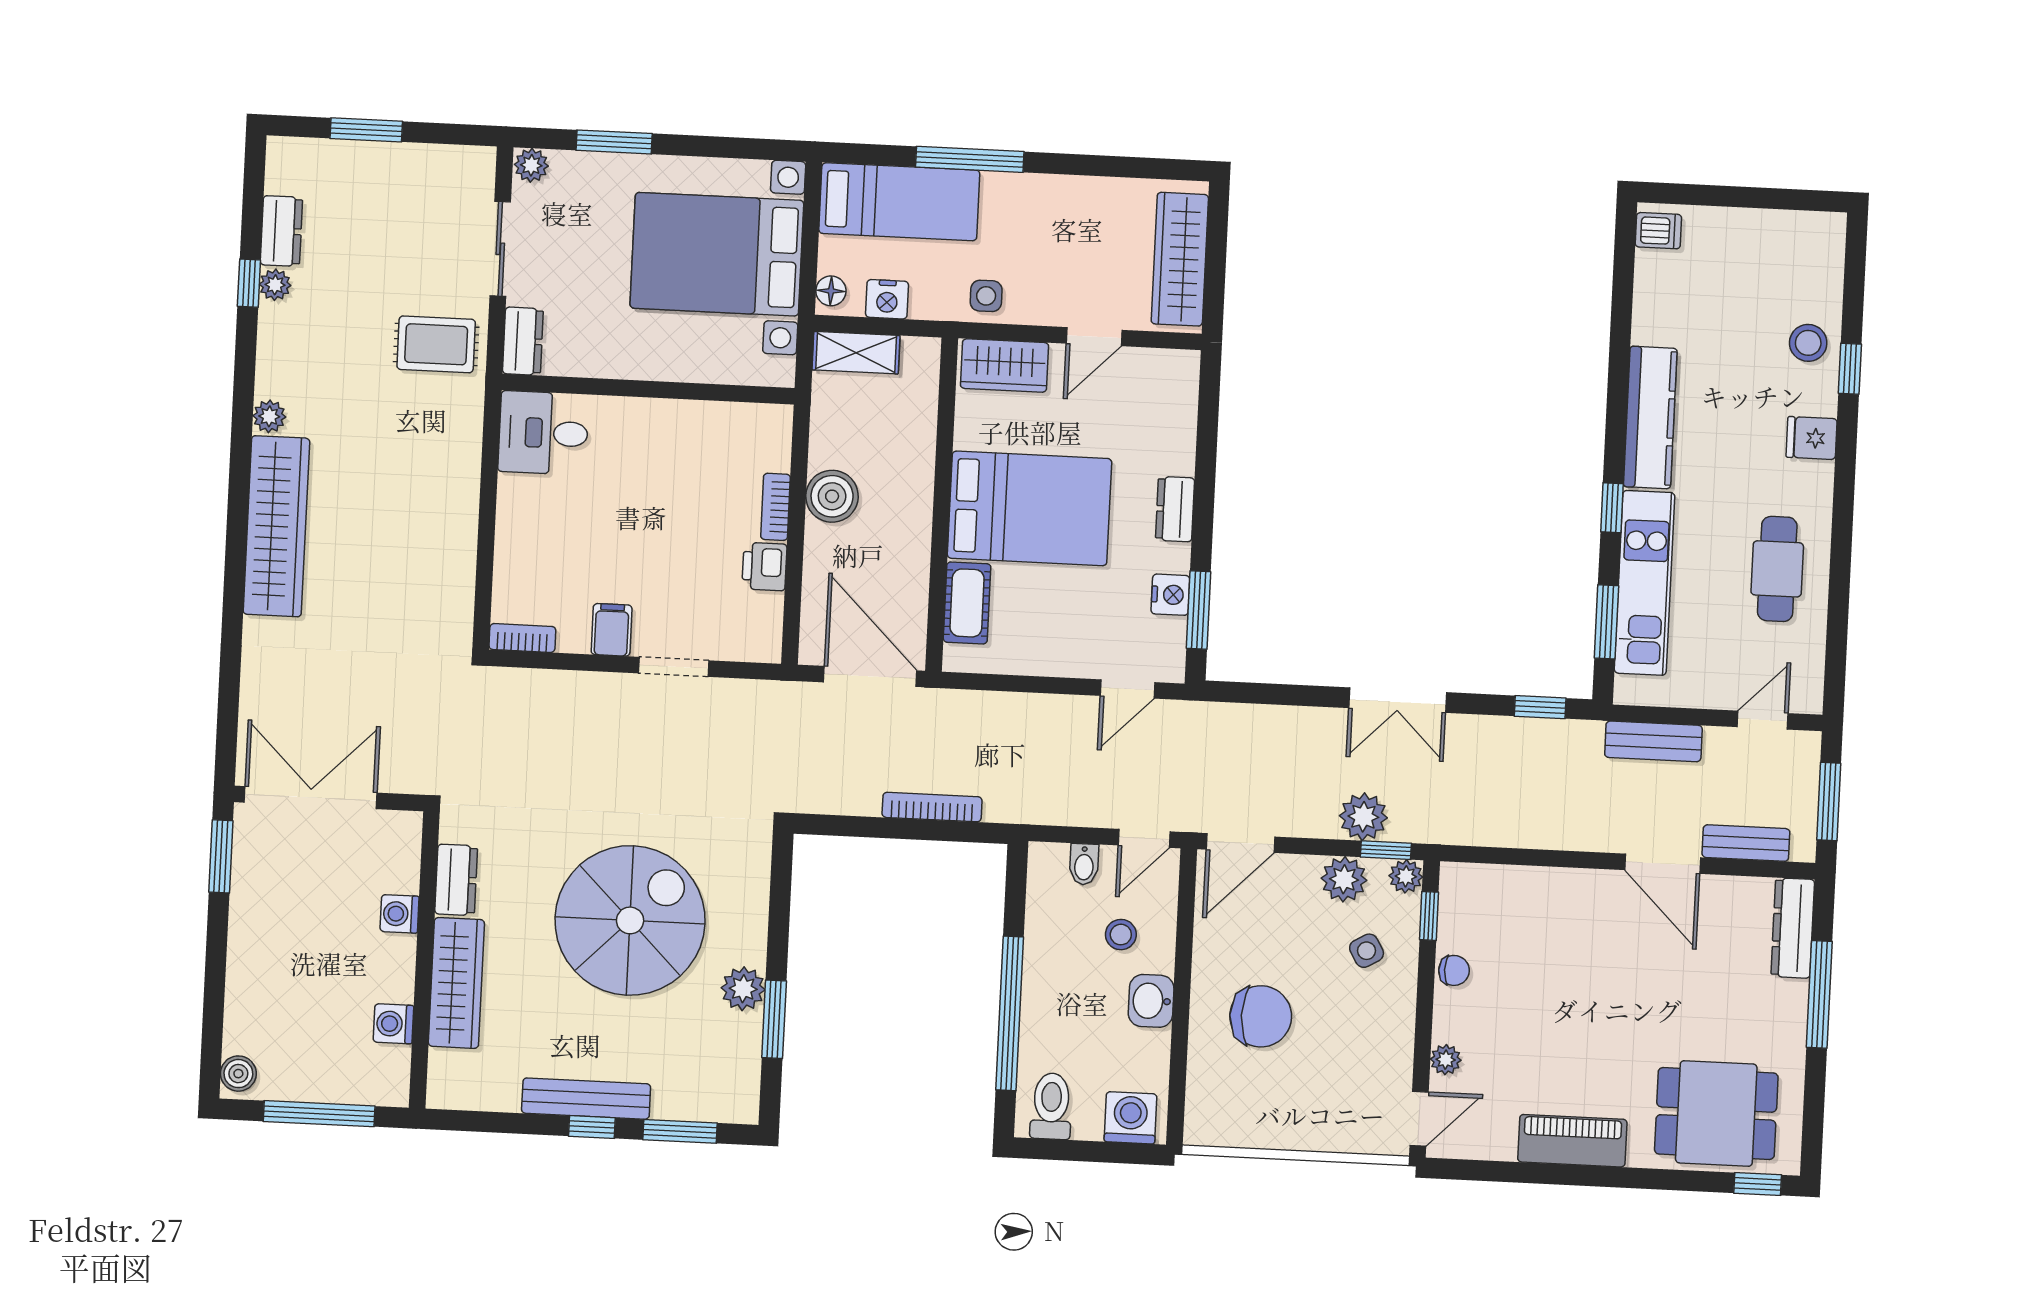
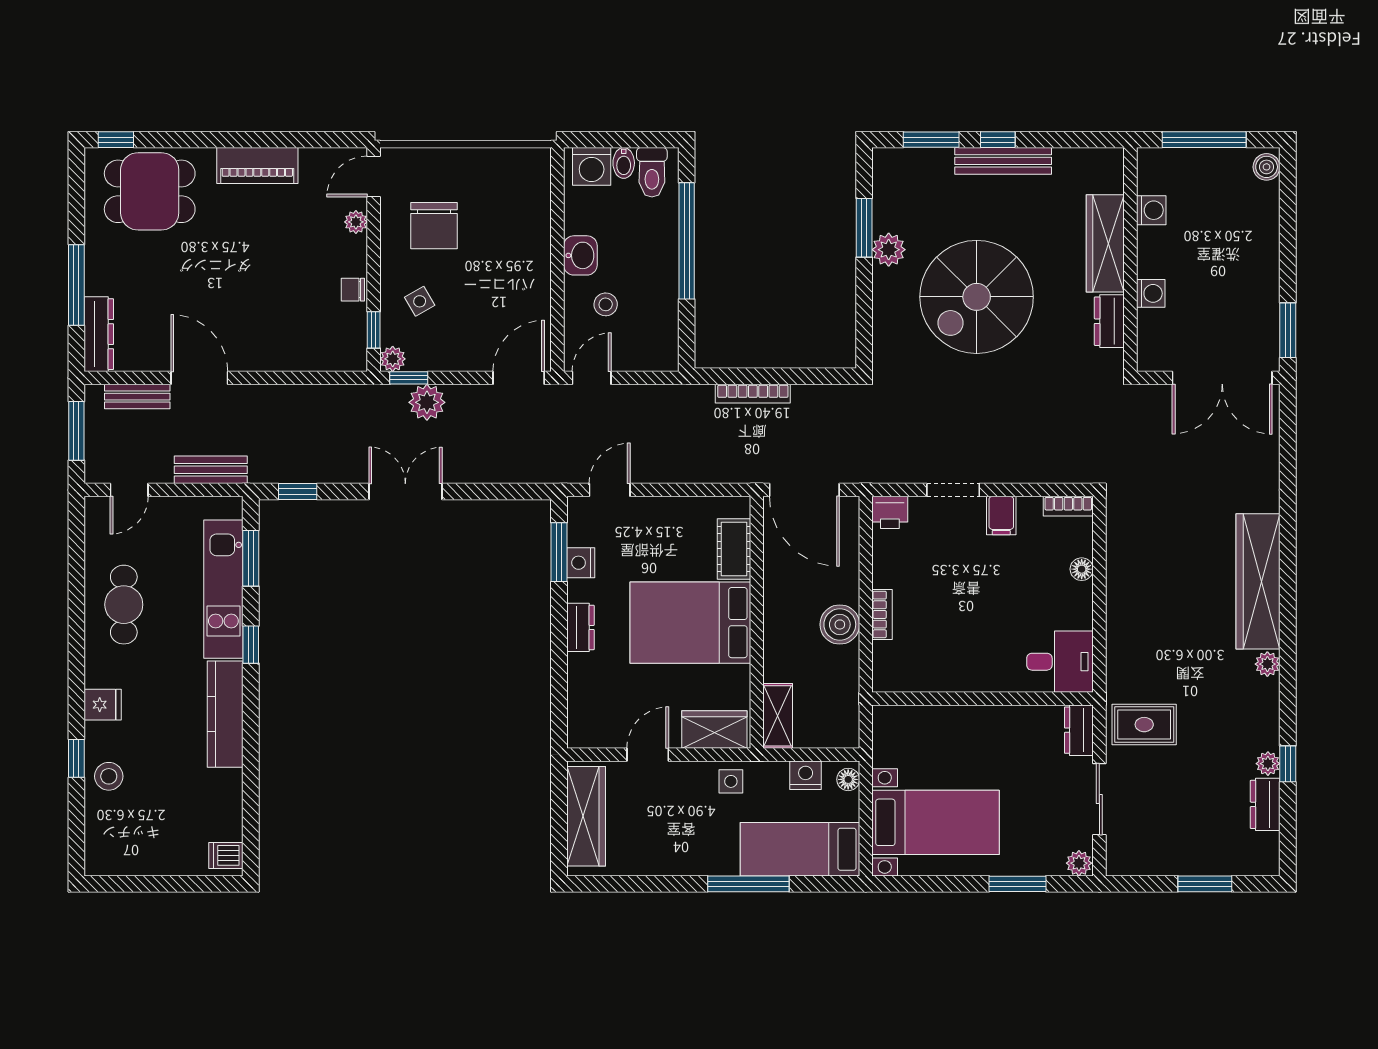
bed with nightstands: (717, 254) -> (936, 822), width x0.73
shelving: (856, 353) -> (778, 716), moved, turned 90
floor lamp: (509, 554) -> (1082, 569), added
printer: (764, 567) -> (890, 512), moved, turned 90
bidet: (1084, 864) -> (624, 163), moved, turned 180
plant: (1344, 879) -> (439, 354), removed
chair: (1261, 1016) -> (434, 226), moved, turned -90

